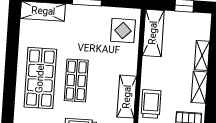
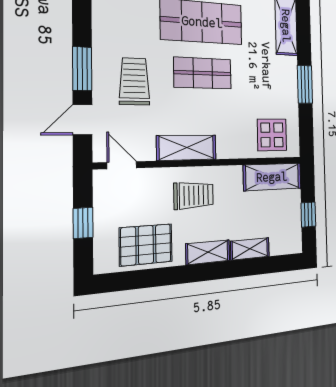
trolley: (151, 104) -> (194, 195), moved

